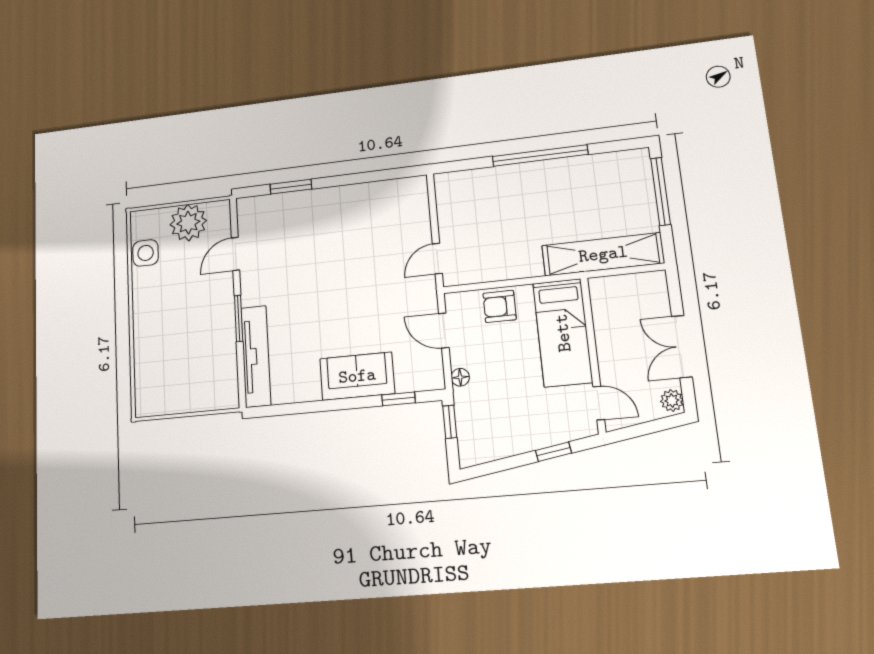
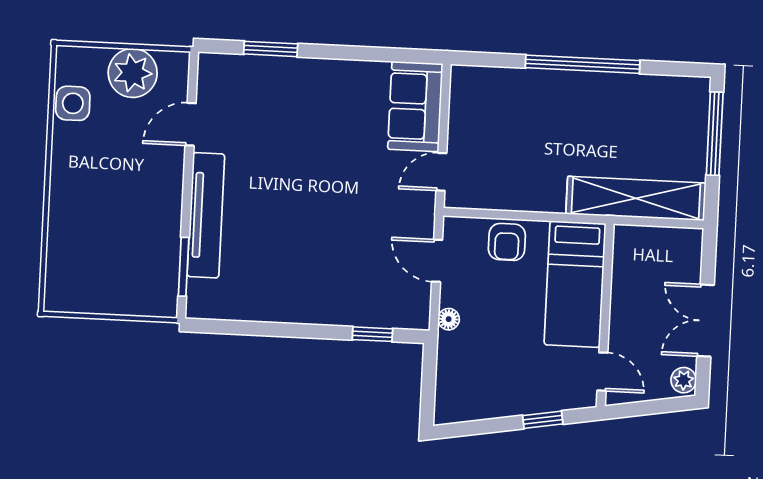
armchair: (500, 306) -> (507, 242), turned -90
window: (239, 318) -> (184, 267), moved
tv unit: (256, 356) -> (206, 215), moved
sofa: (357, 376) -> (415, 106), moved, turned -90
window: (450, 422) -> (429, 370), removed

